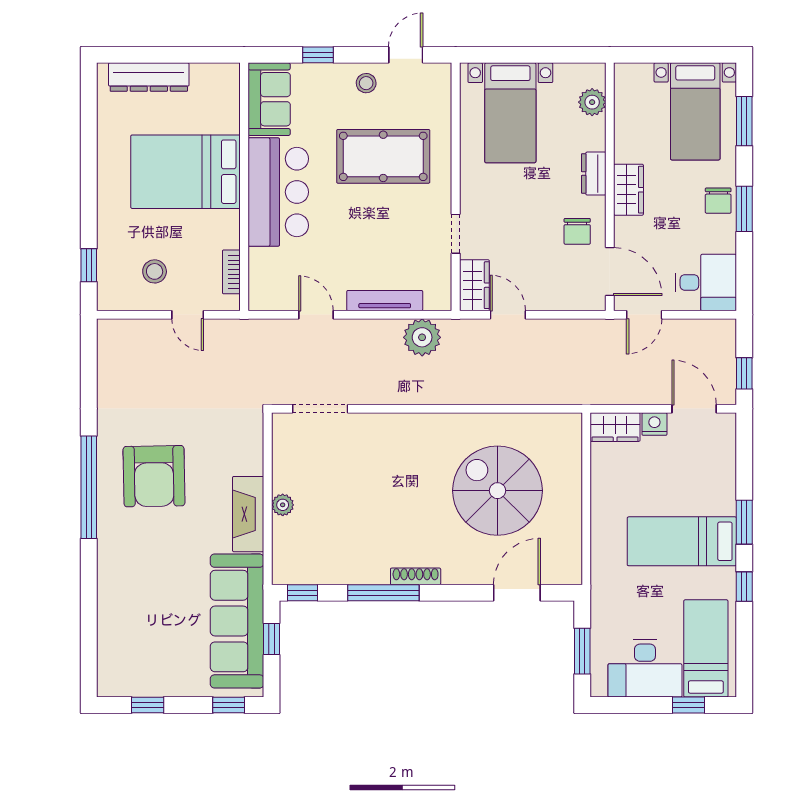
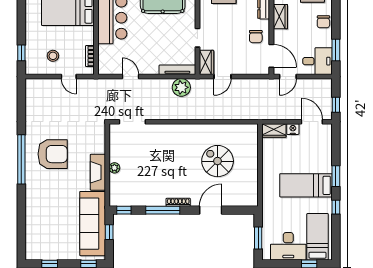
window: (744, 209) -> (336, 50), moved
tv unit: (385, 301) -> (177, 70), moved
door: (508, 315) -> (223, 77), swing flipped
armchair: (154, 476) -> (53, 154), turned -89
spiral stairs: (497, 491) -> (218, 161), width x0.73, depth x0.73
door: (517, 593) -> (211, 210), moved

